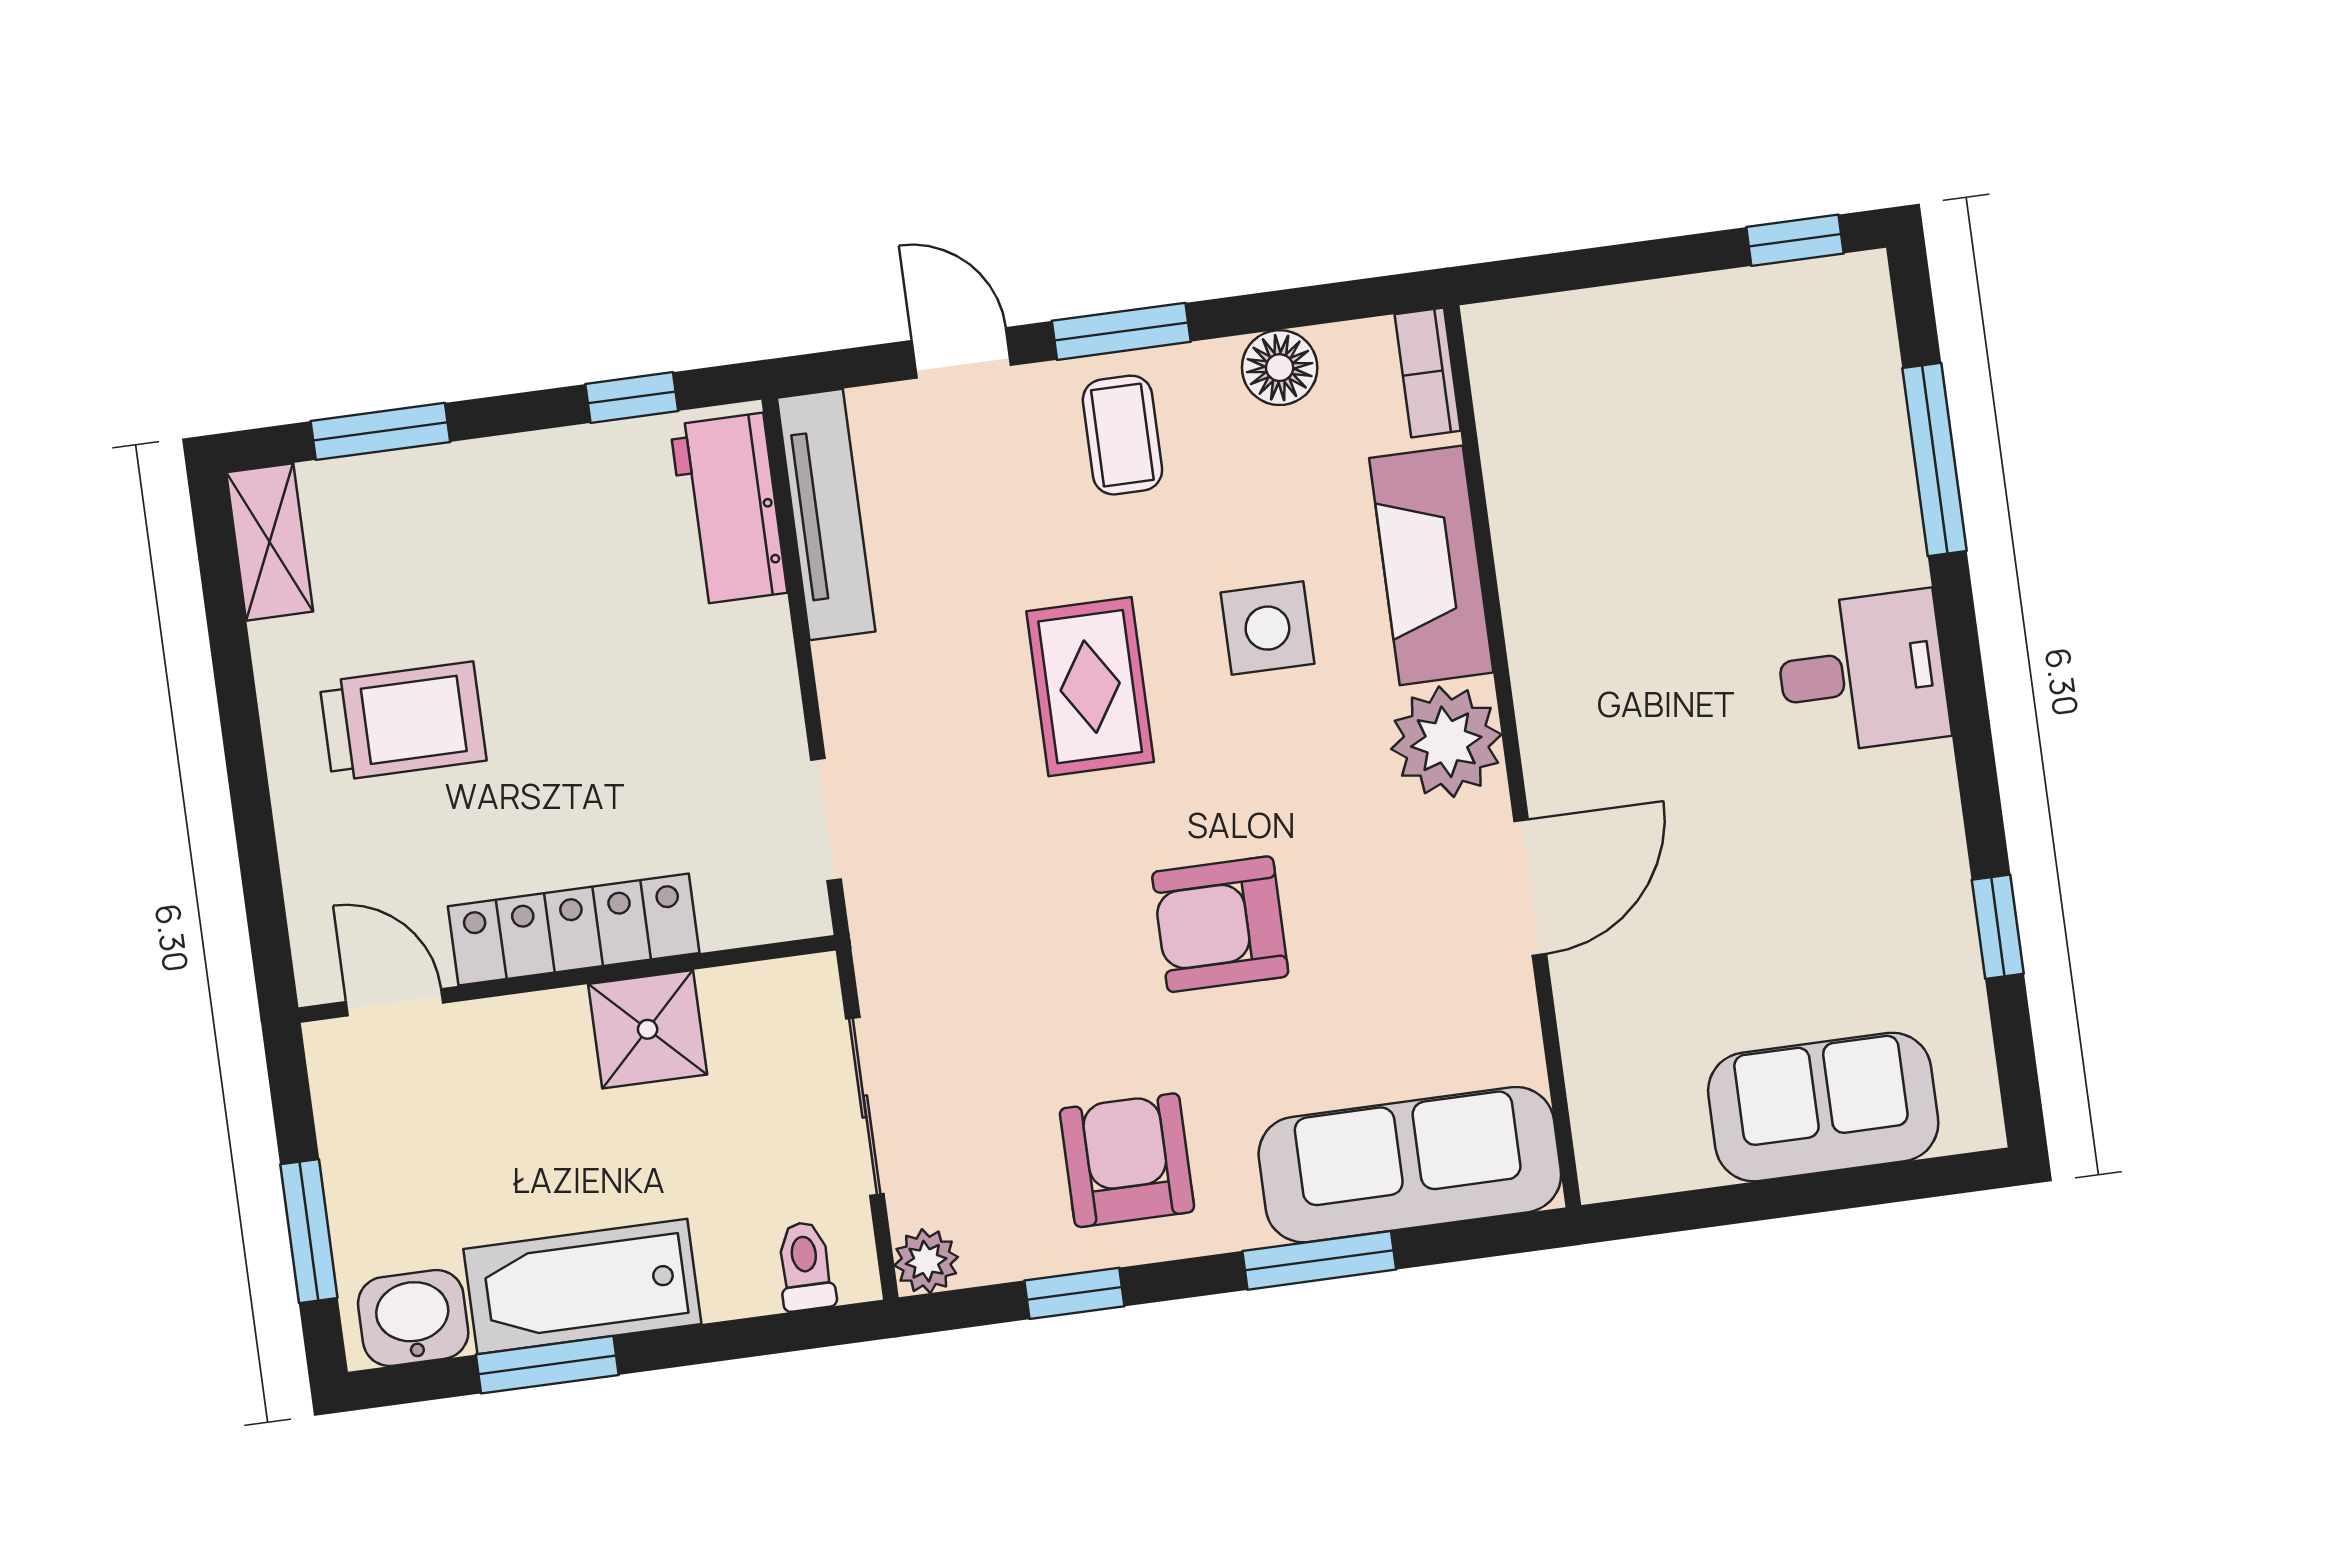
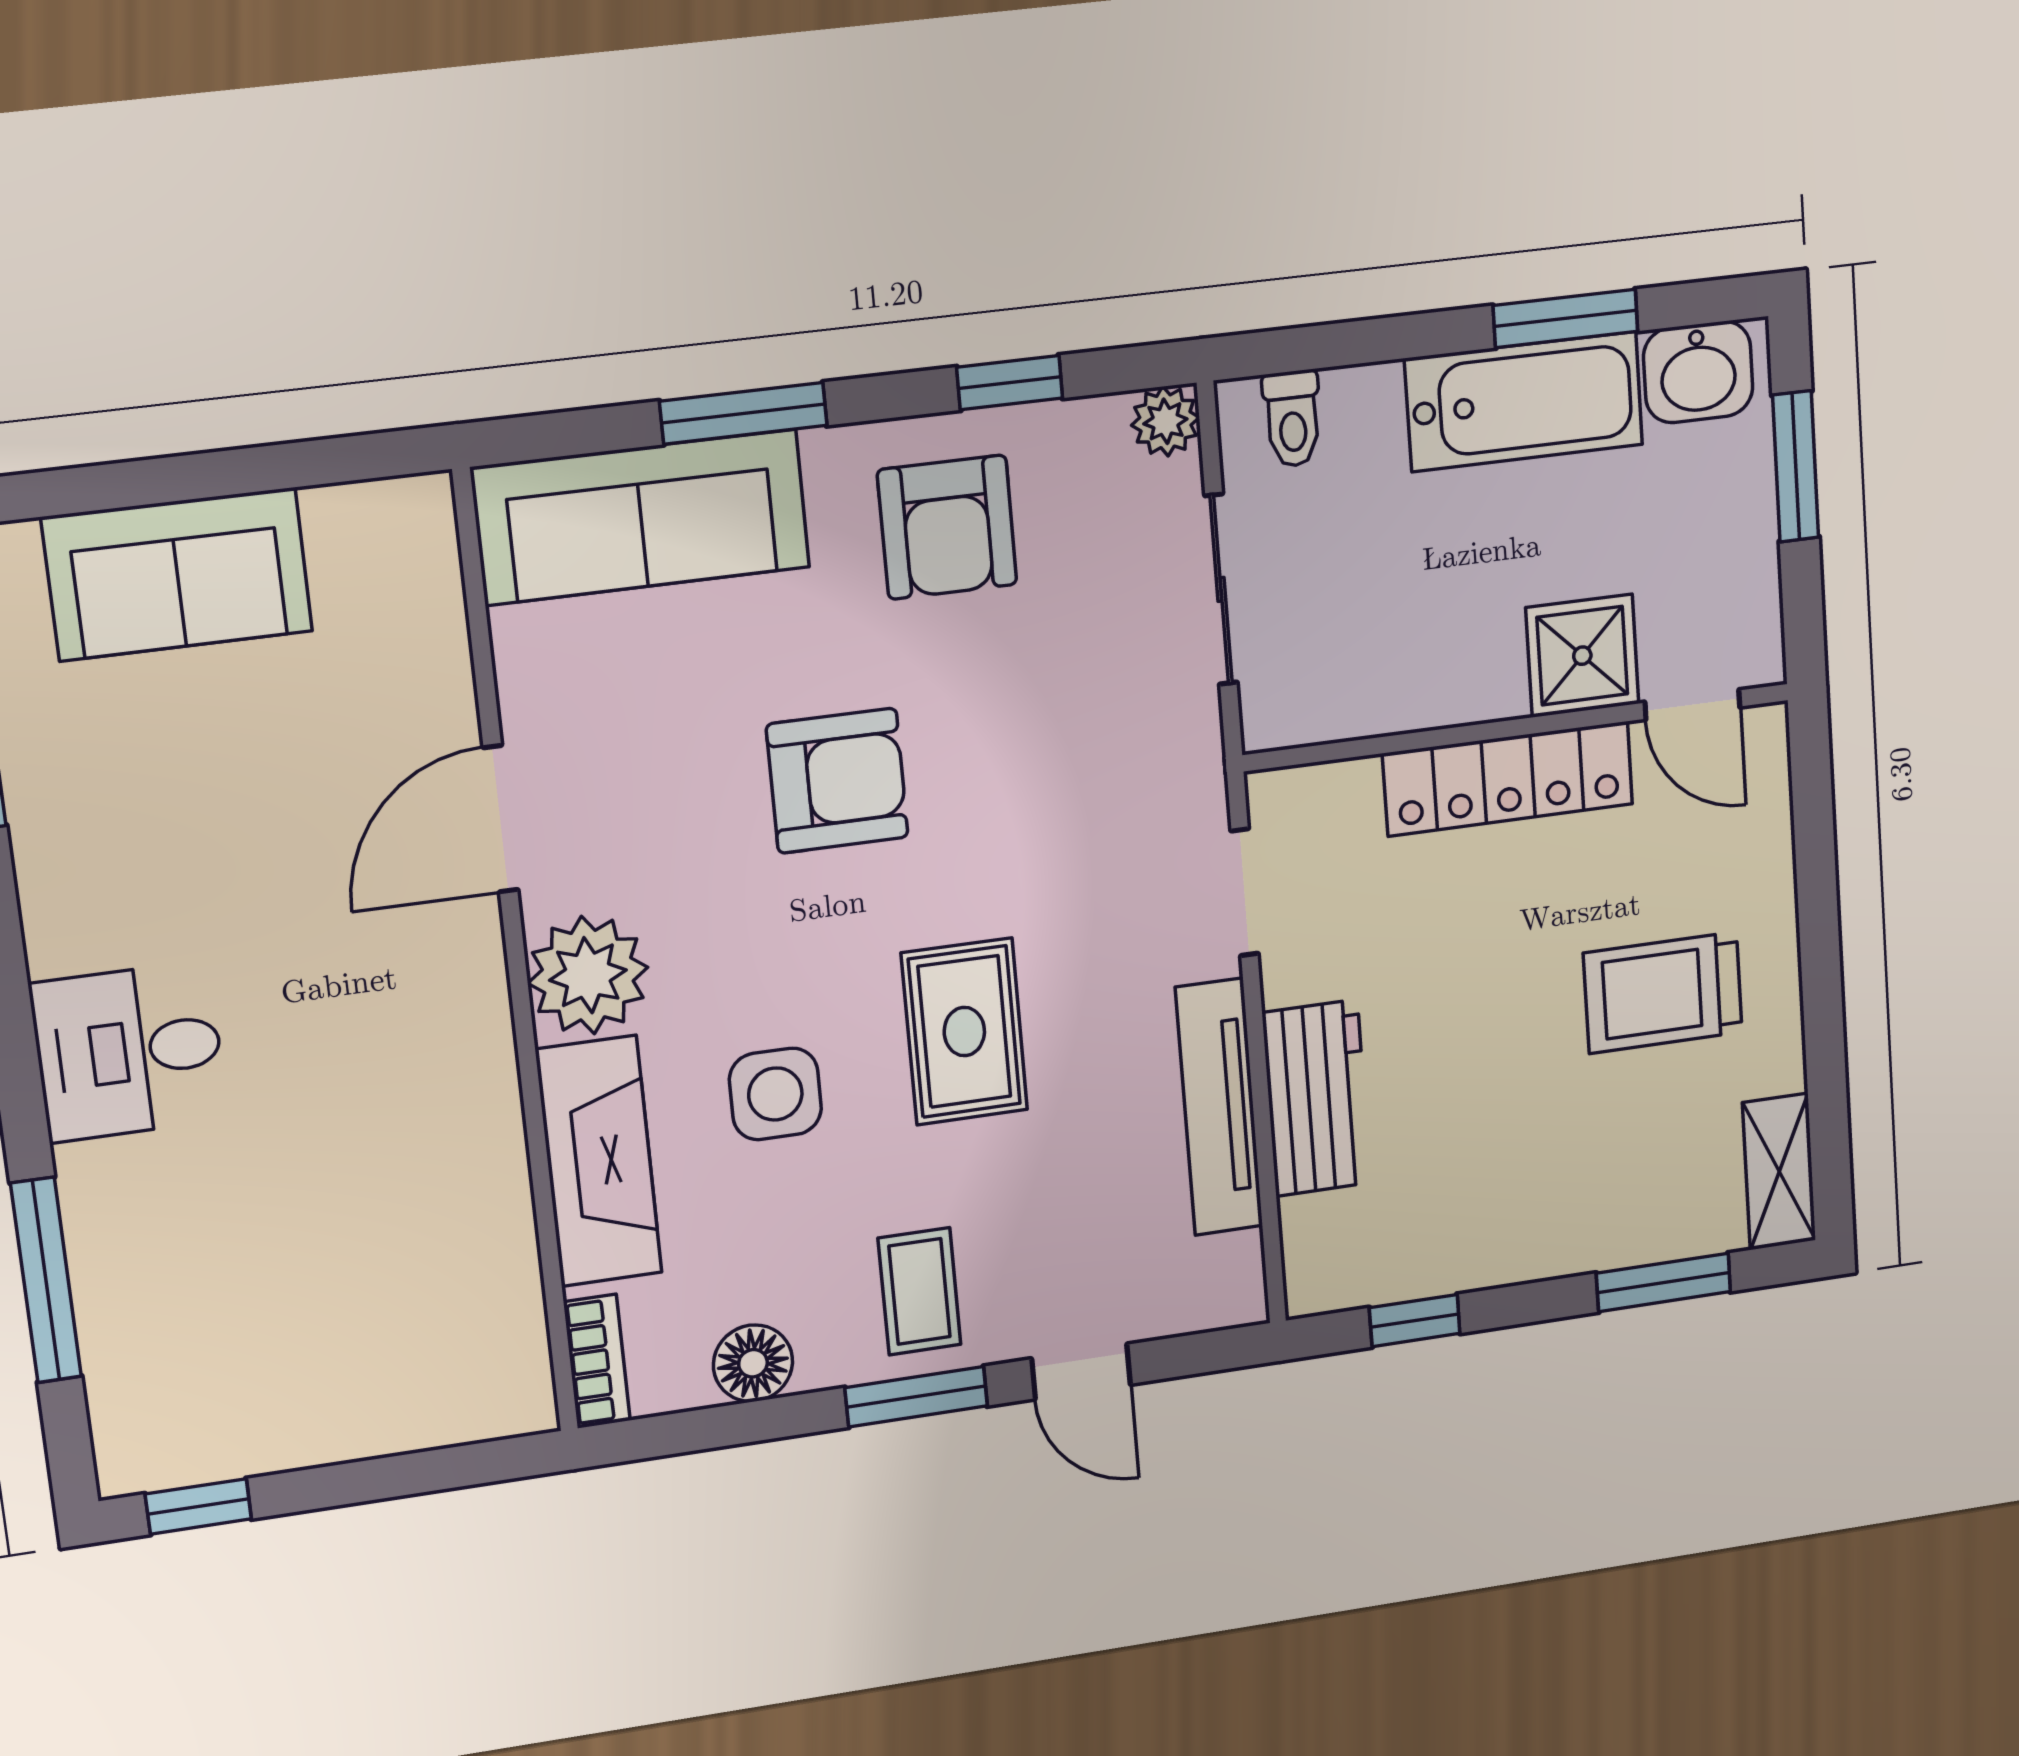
workbench: (729, 509) -> (1317, 1098), moved
tv unit: (826, 515) -> (1219, 1107), moved
shower: (648, 1029) -> (1582, 656), moved

